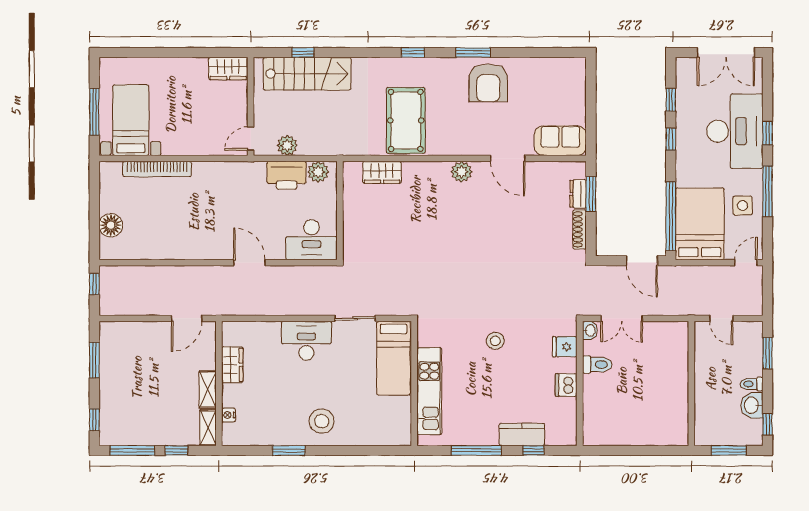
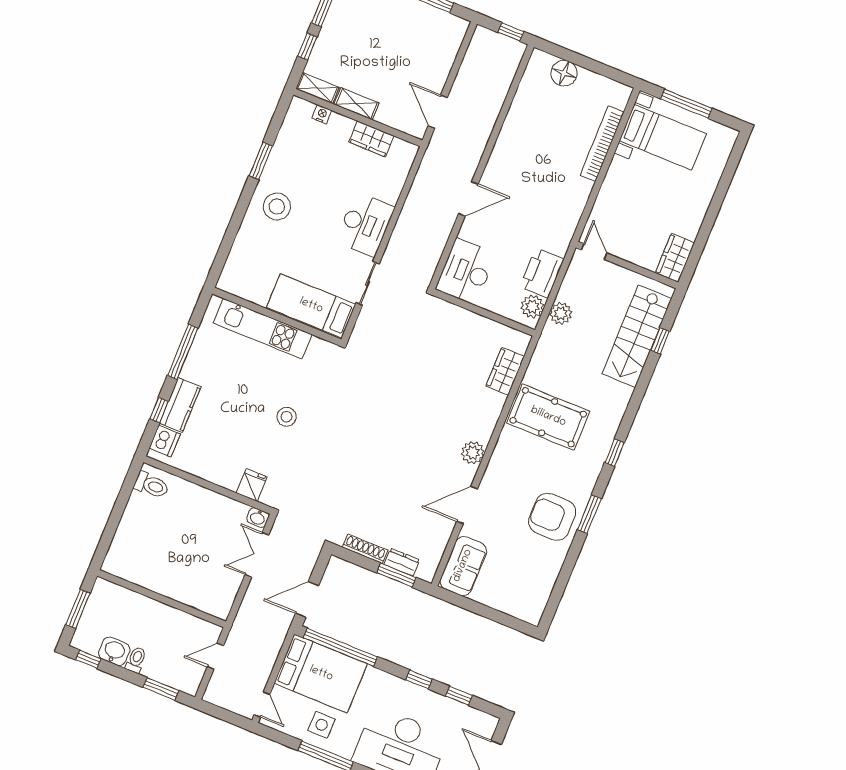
plant: (287, 146) -> (561, 313), moved
toilet: (597, 365) -> (151, 485), moved, turned -90
dishwasher: (566, 385) -> (165, 441), moved, turned 90

